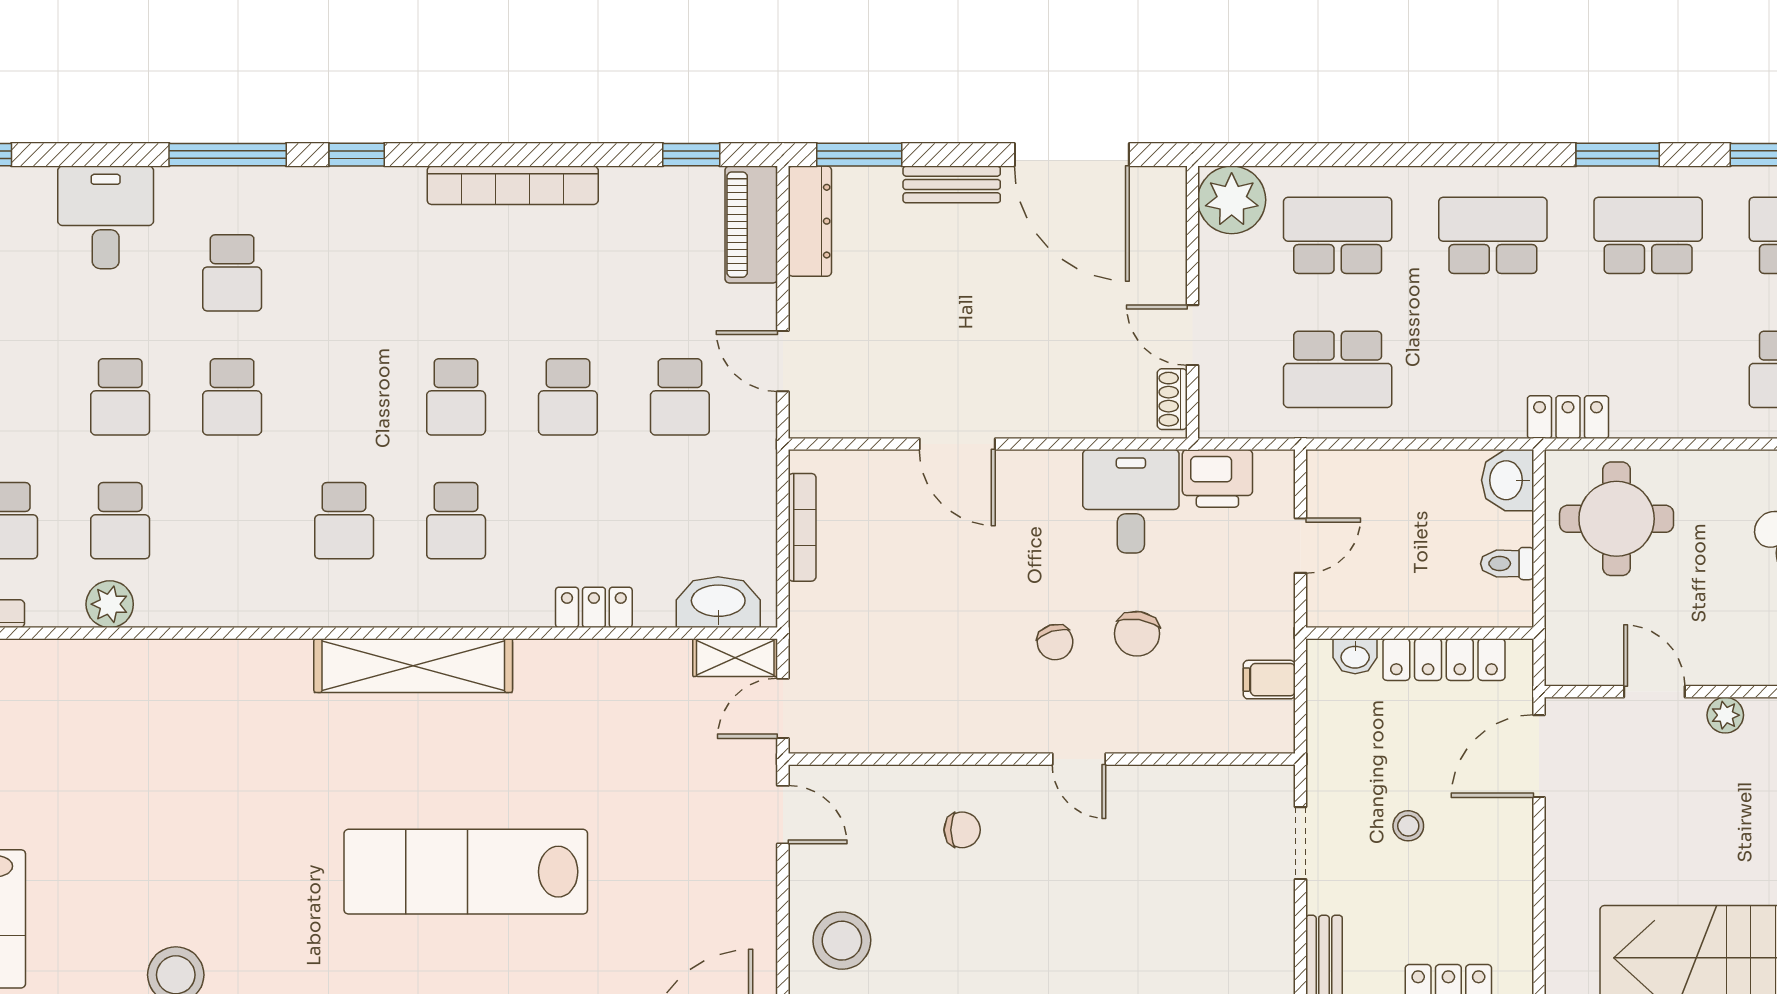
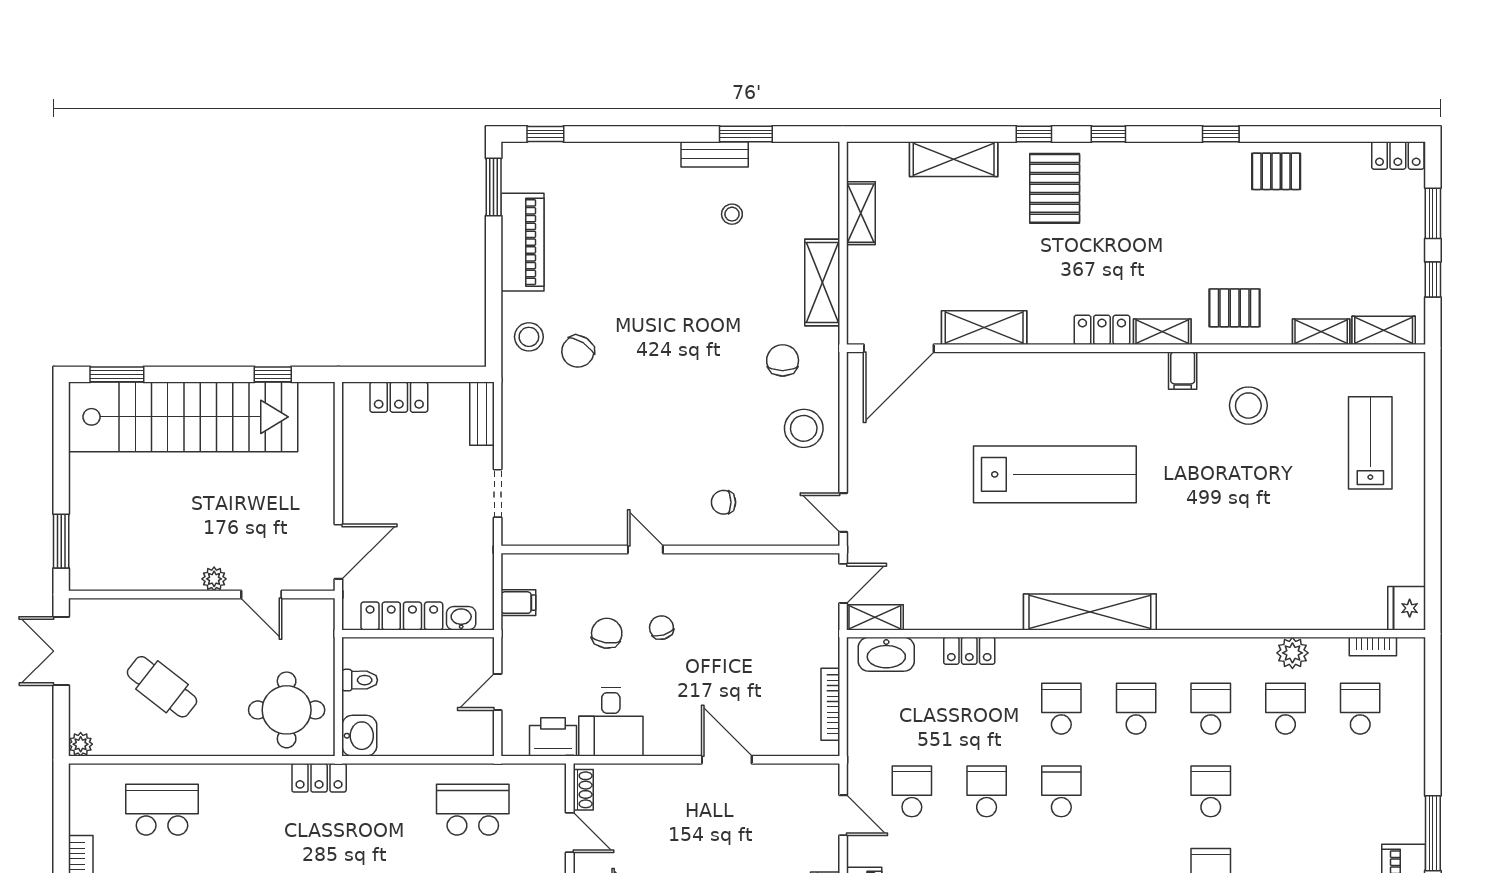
school desk: (120, 397) -> (1211, 709), moved
stool: (1408, 826) -> (426, 505), removed

